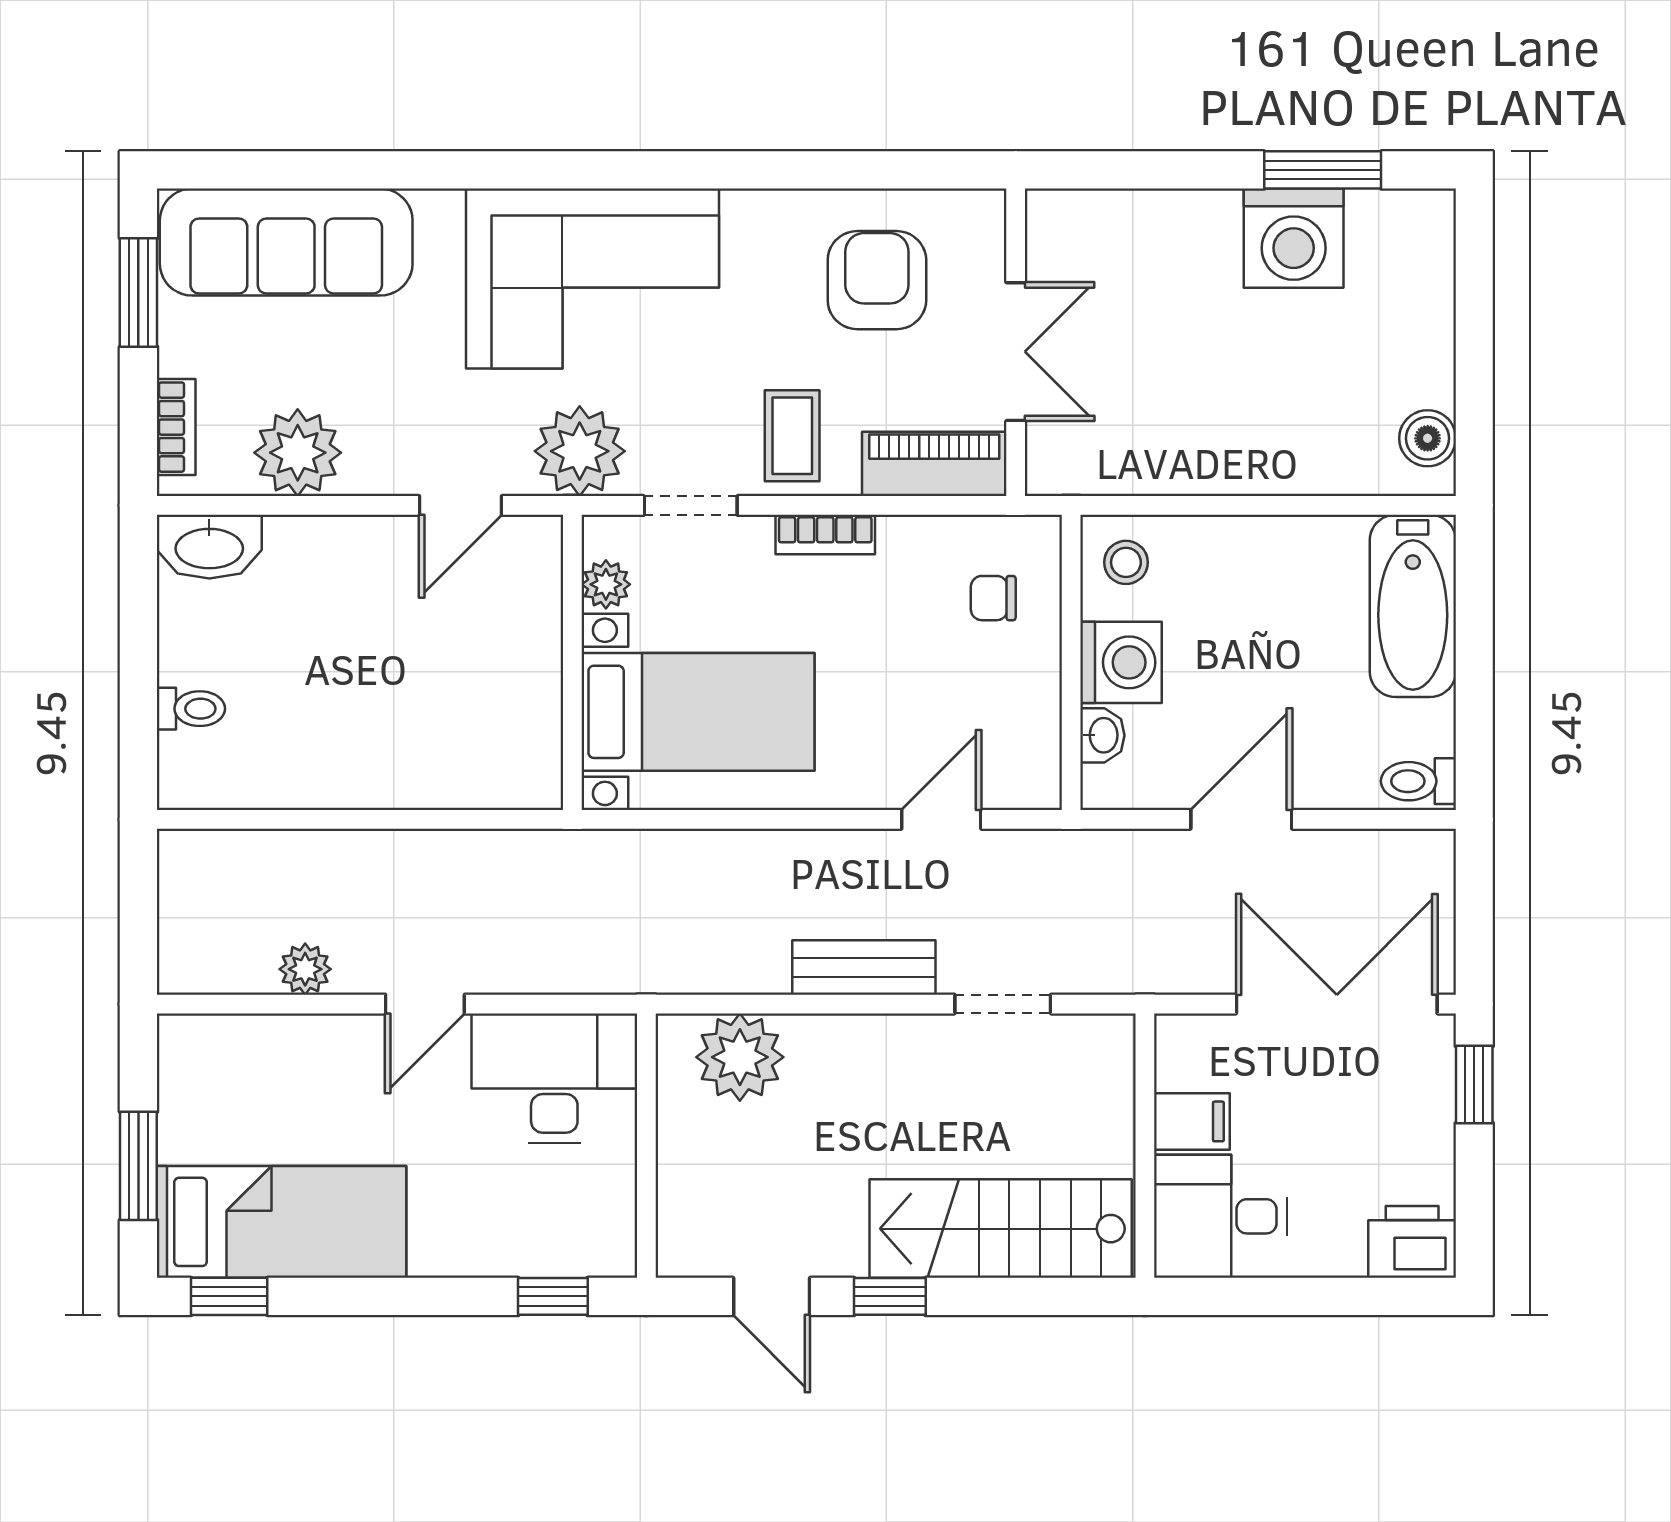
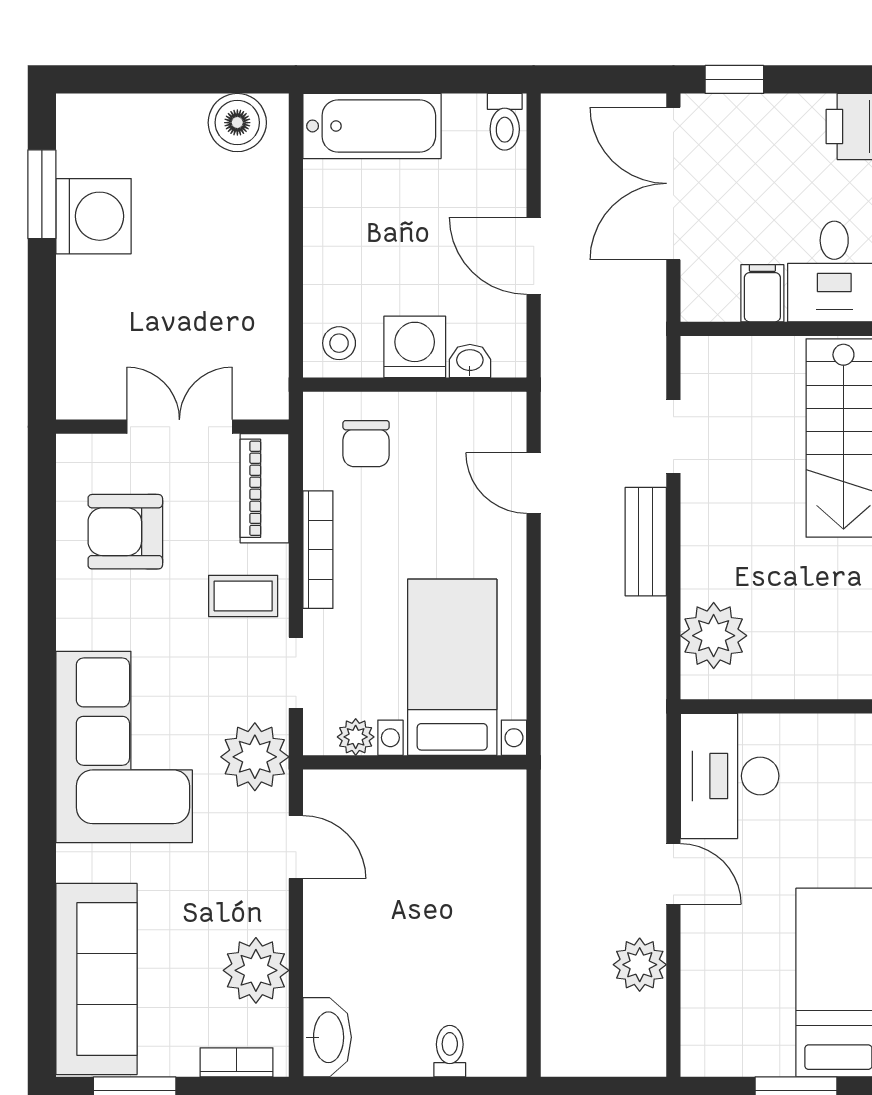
boiler: (1428, 438) -> (237, 123), width x1.36, depth x1.36
bookcase: (825, 535) -> (318, 550), width x1.56
chair: (993, 598) -> (366, 444), width x1.37, depth x1.37
plant: (305, 969) -> (640, 965), width x1.38, depth x1.38

